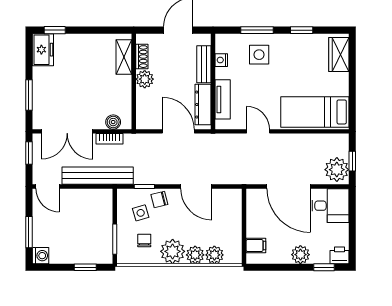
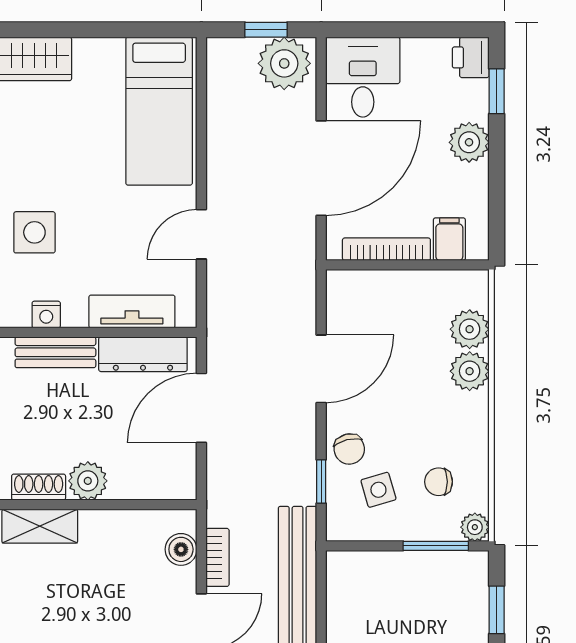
bookcase: (251, 217) -> (386, 249), added
plant: (173, 251) -> (475, 527), moved, width x0.53, depth x0.53

